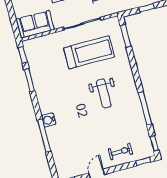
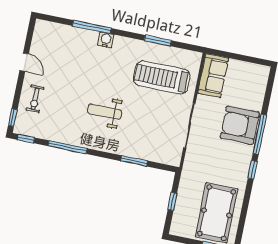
window: (126, 36) -> (134, 161), moved
treadmill: (89, 52) -> (162, 77), moved, turned 90
window: (23, 55) -> (188, 47), removed

